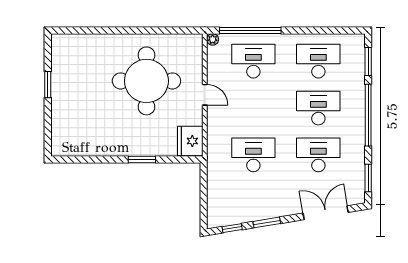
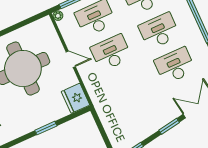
desk: (253, 155) -> (111, 53), moved
window: (267, 222) -> (169, 126), moved

